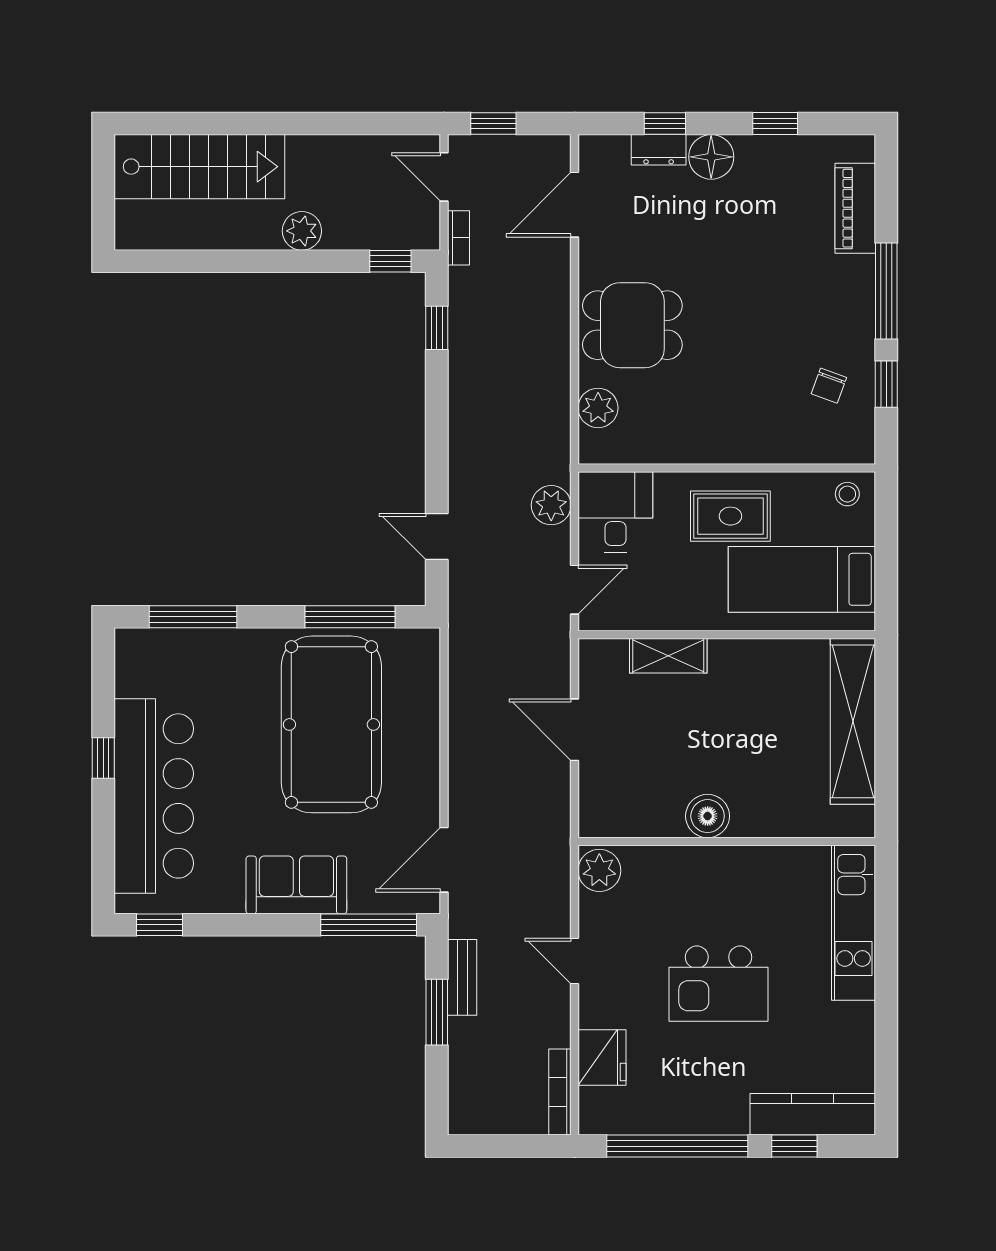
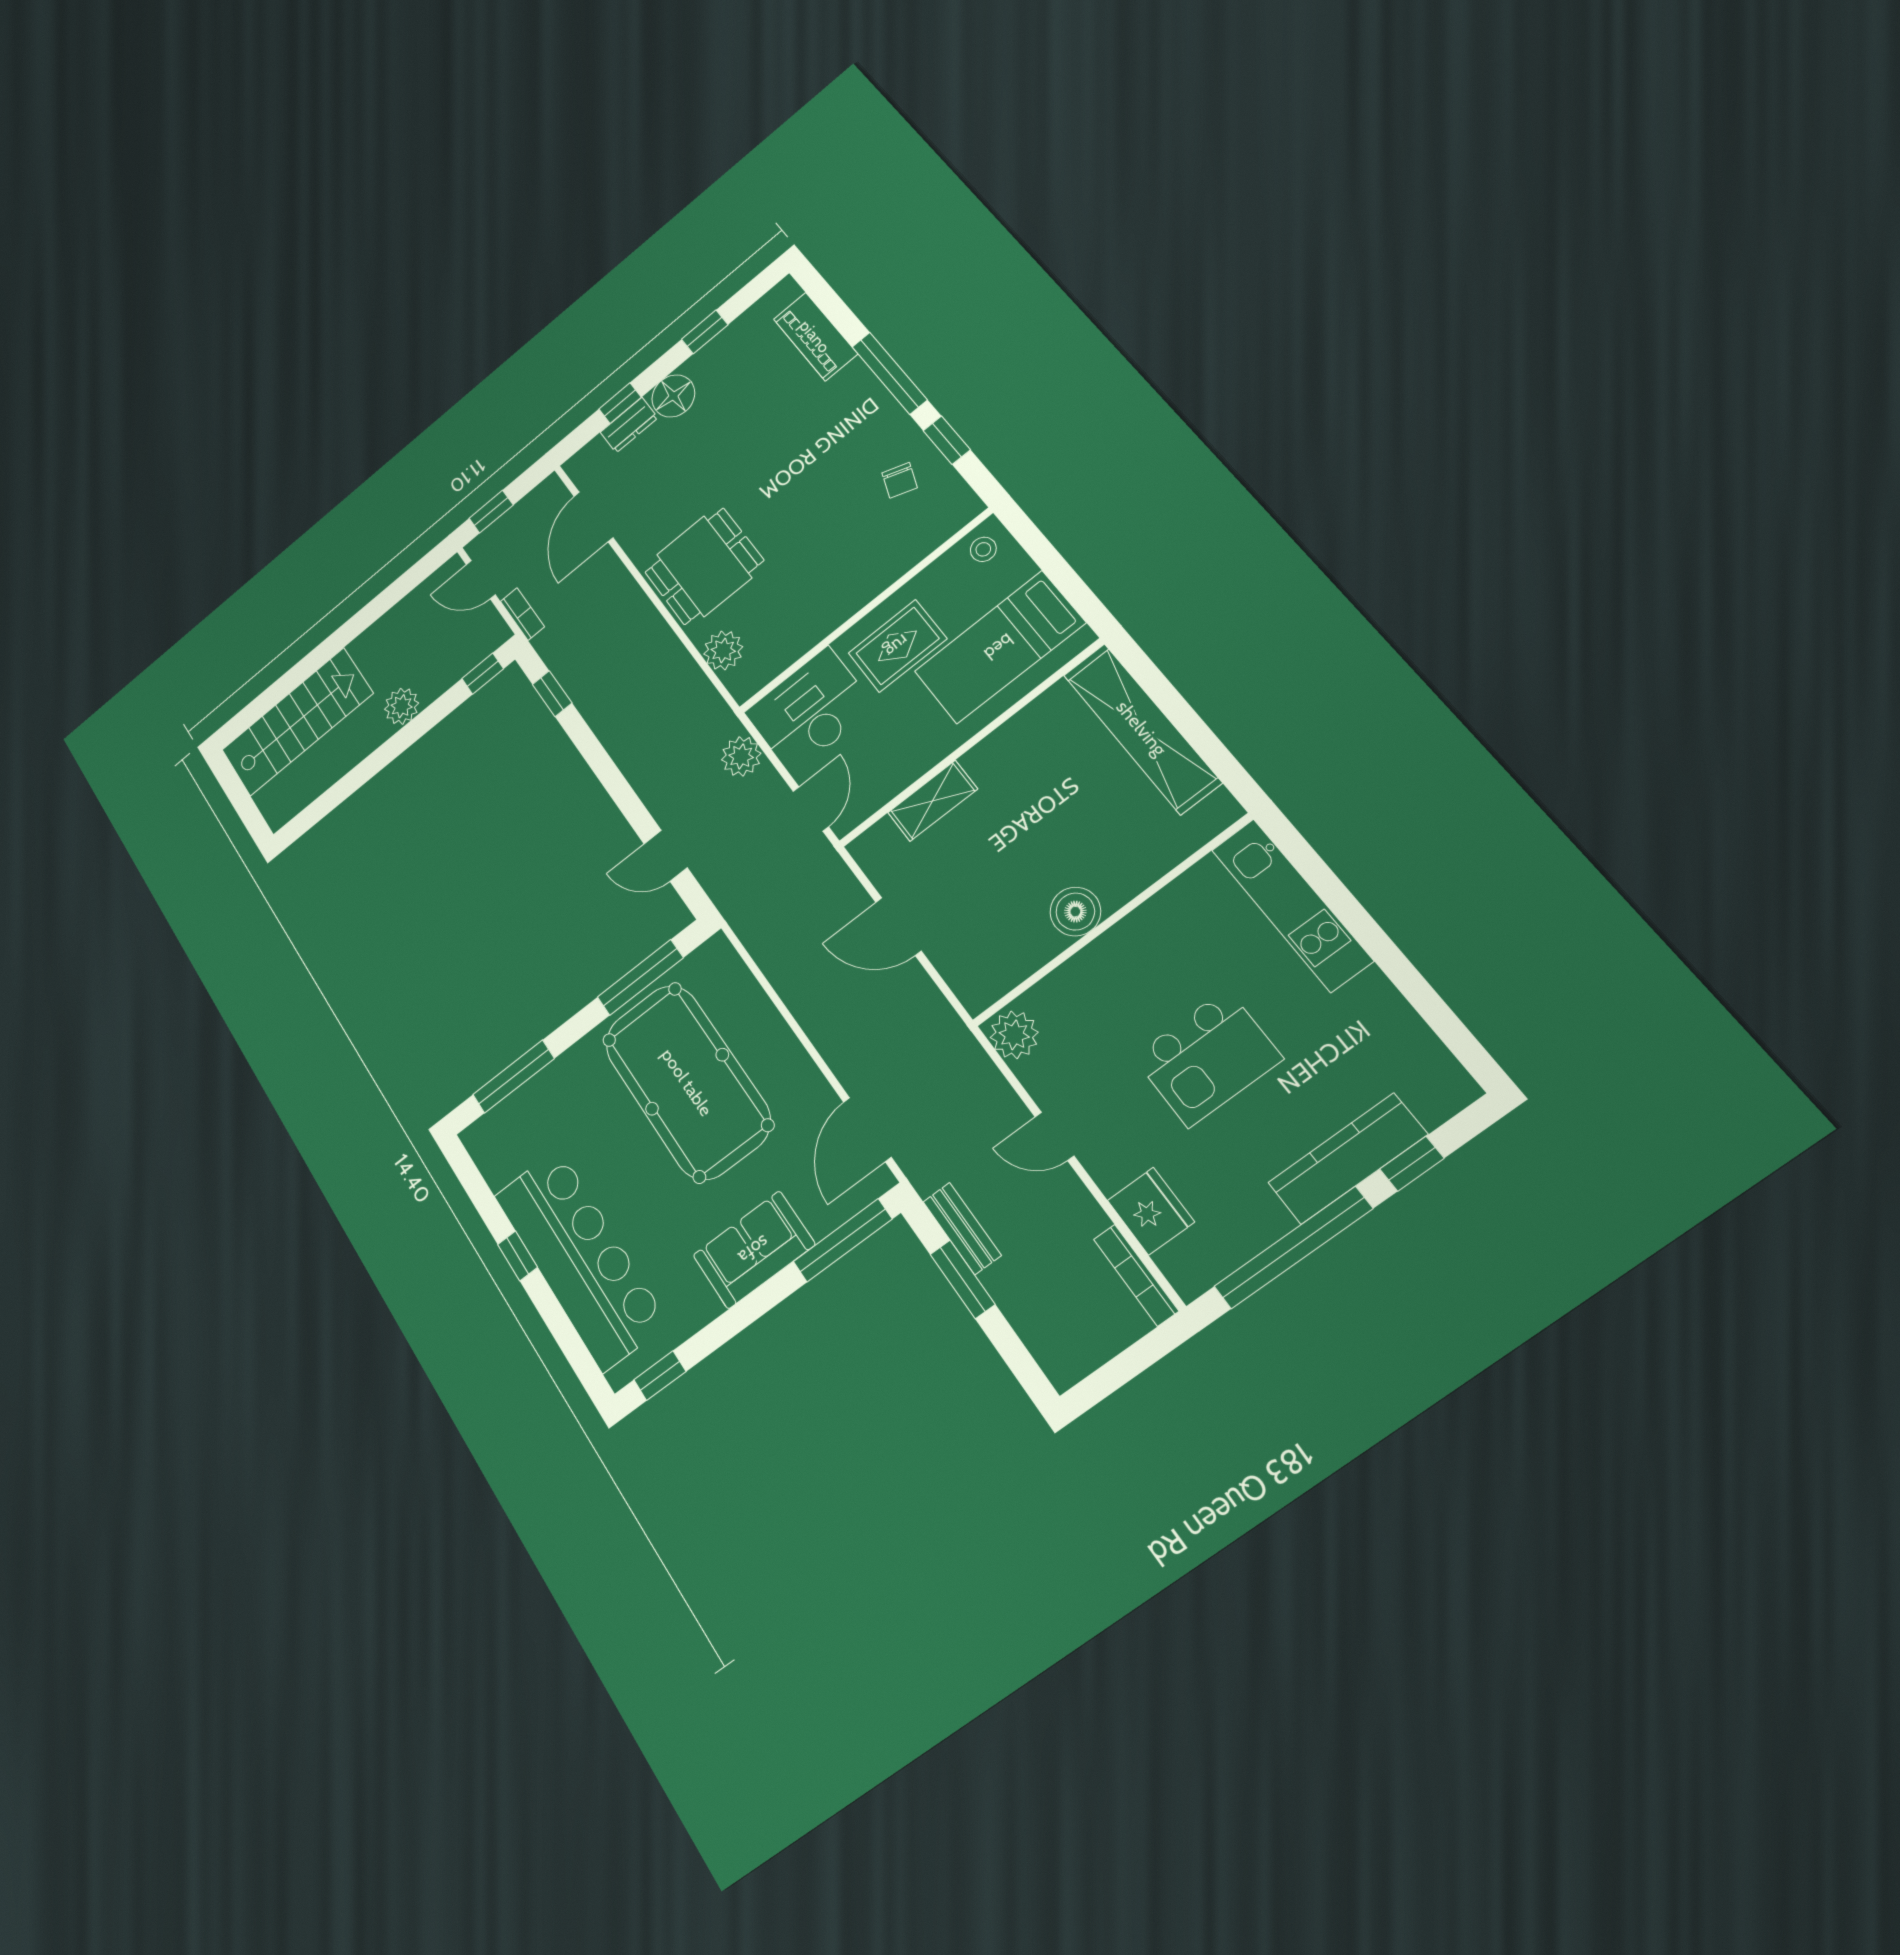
desk: (615, 512) -> (810, 710), width x1.37
kitchen counter: (813, 1114) -> (1347, 1159), moved

